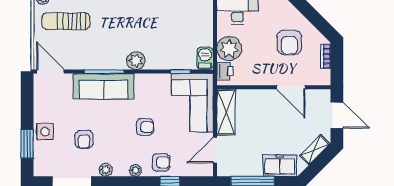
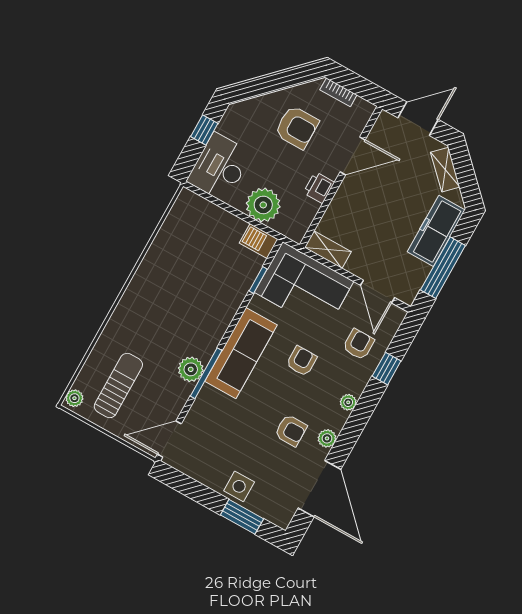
sun lounger: (66, 21) -> (118, 386), turned 180
plant: (136, 61) -> (191, 369), moved
printer: (225, 71) -> (319, 188), moved, turned -90
sofa: (104, 86) -> (241, 353), moved
shelving: (226, 112) -> (328, 250), width x0.67, depth x0.75
armchair: (84, 139) -> (291, 430), moved
armchair: (161, 162) -> (359, 344), moved
freezer: (280, 166) -> (436, 231), width x1.40

